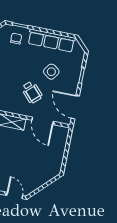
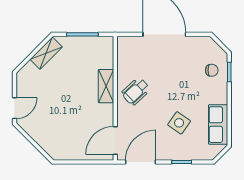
row of seats: (51, 41) -> (218, 125), width x0.68
wheelchair: (32, 92) -> (136, 91), moved
door: (43, 121) -> (115, 141), moved

